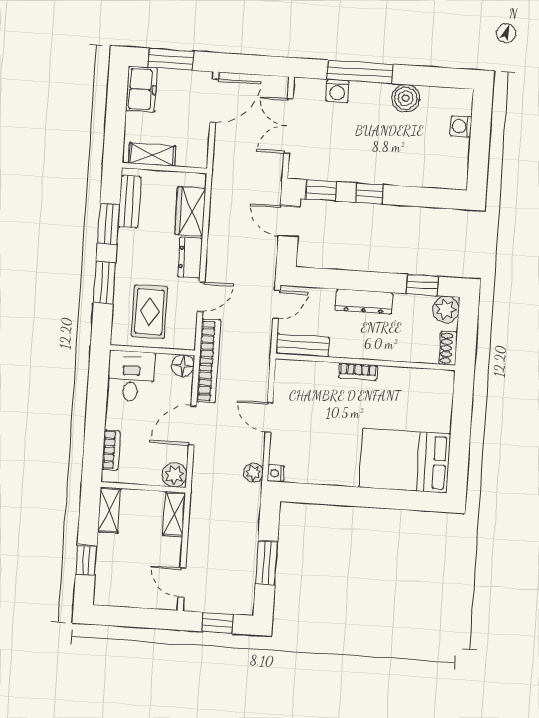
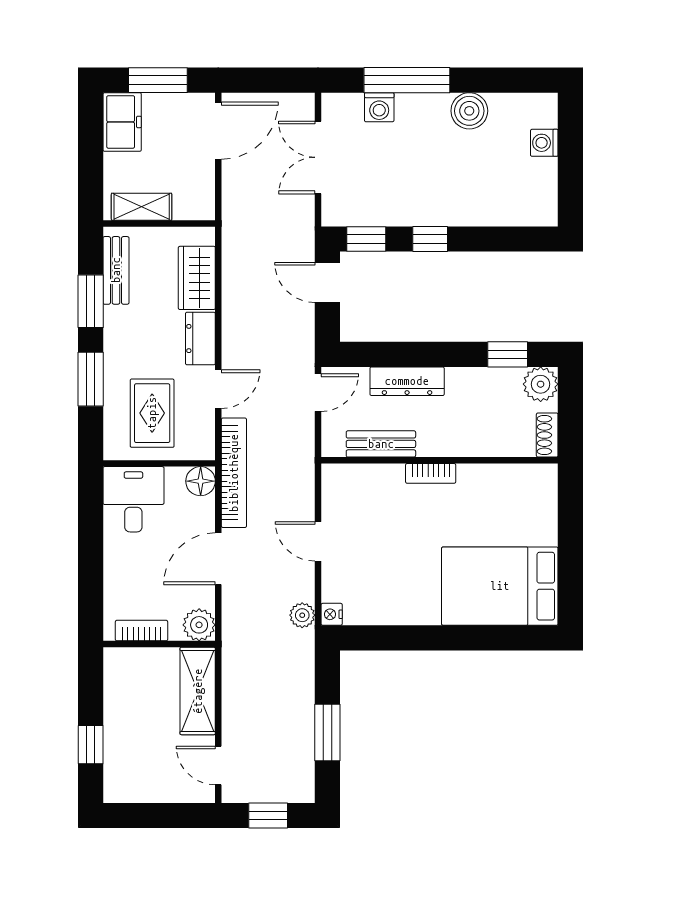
dresser: (364, 302) -> (407, 381), moved
bench: (303, 345) -> (381, 444), moved
bookcase: (111, 450) -> (141, 631), moved, turned -90
shelving: (109, 510) -> (116, 677), removed
shelving: (174, 514) -> (198, 691), width x1.50, depth x1.33

